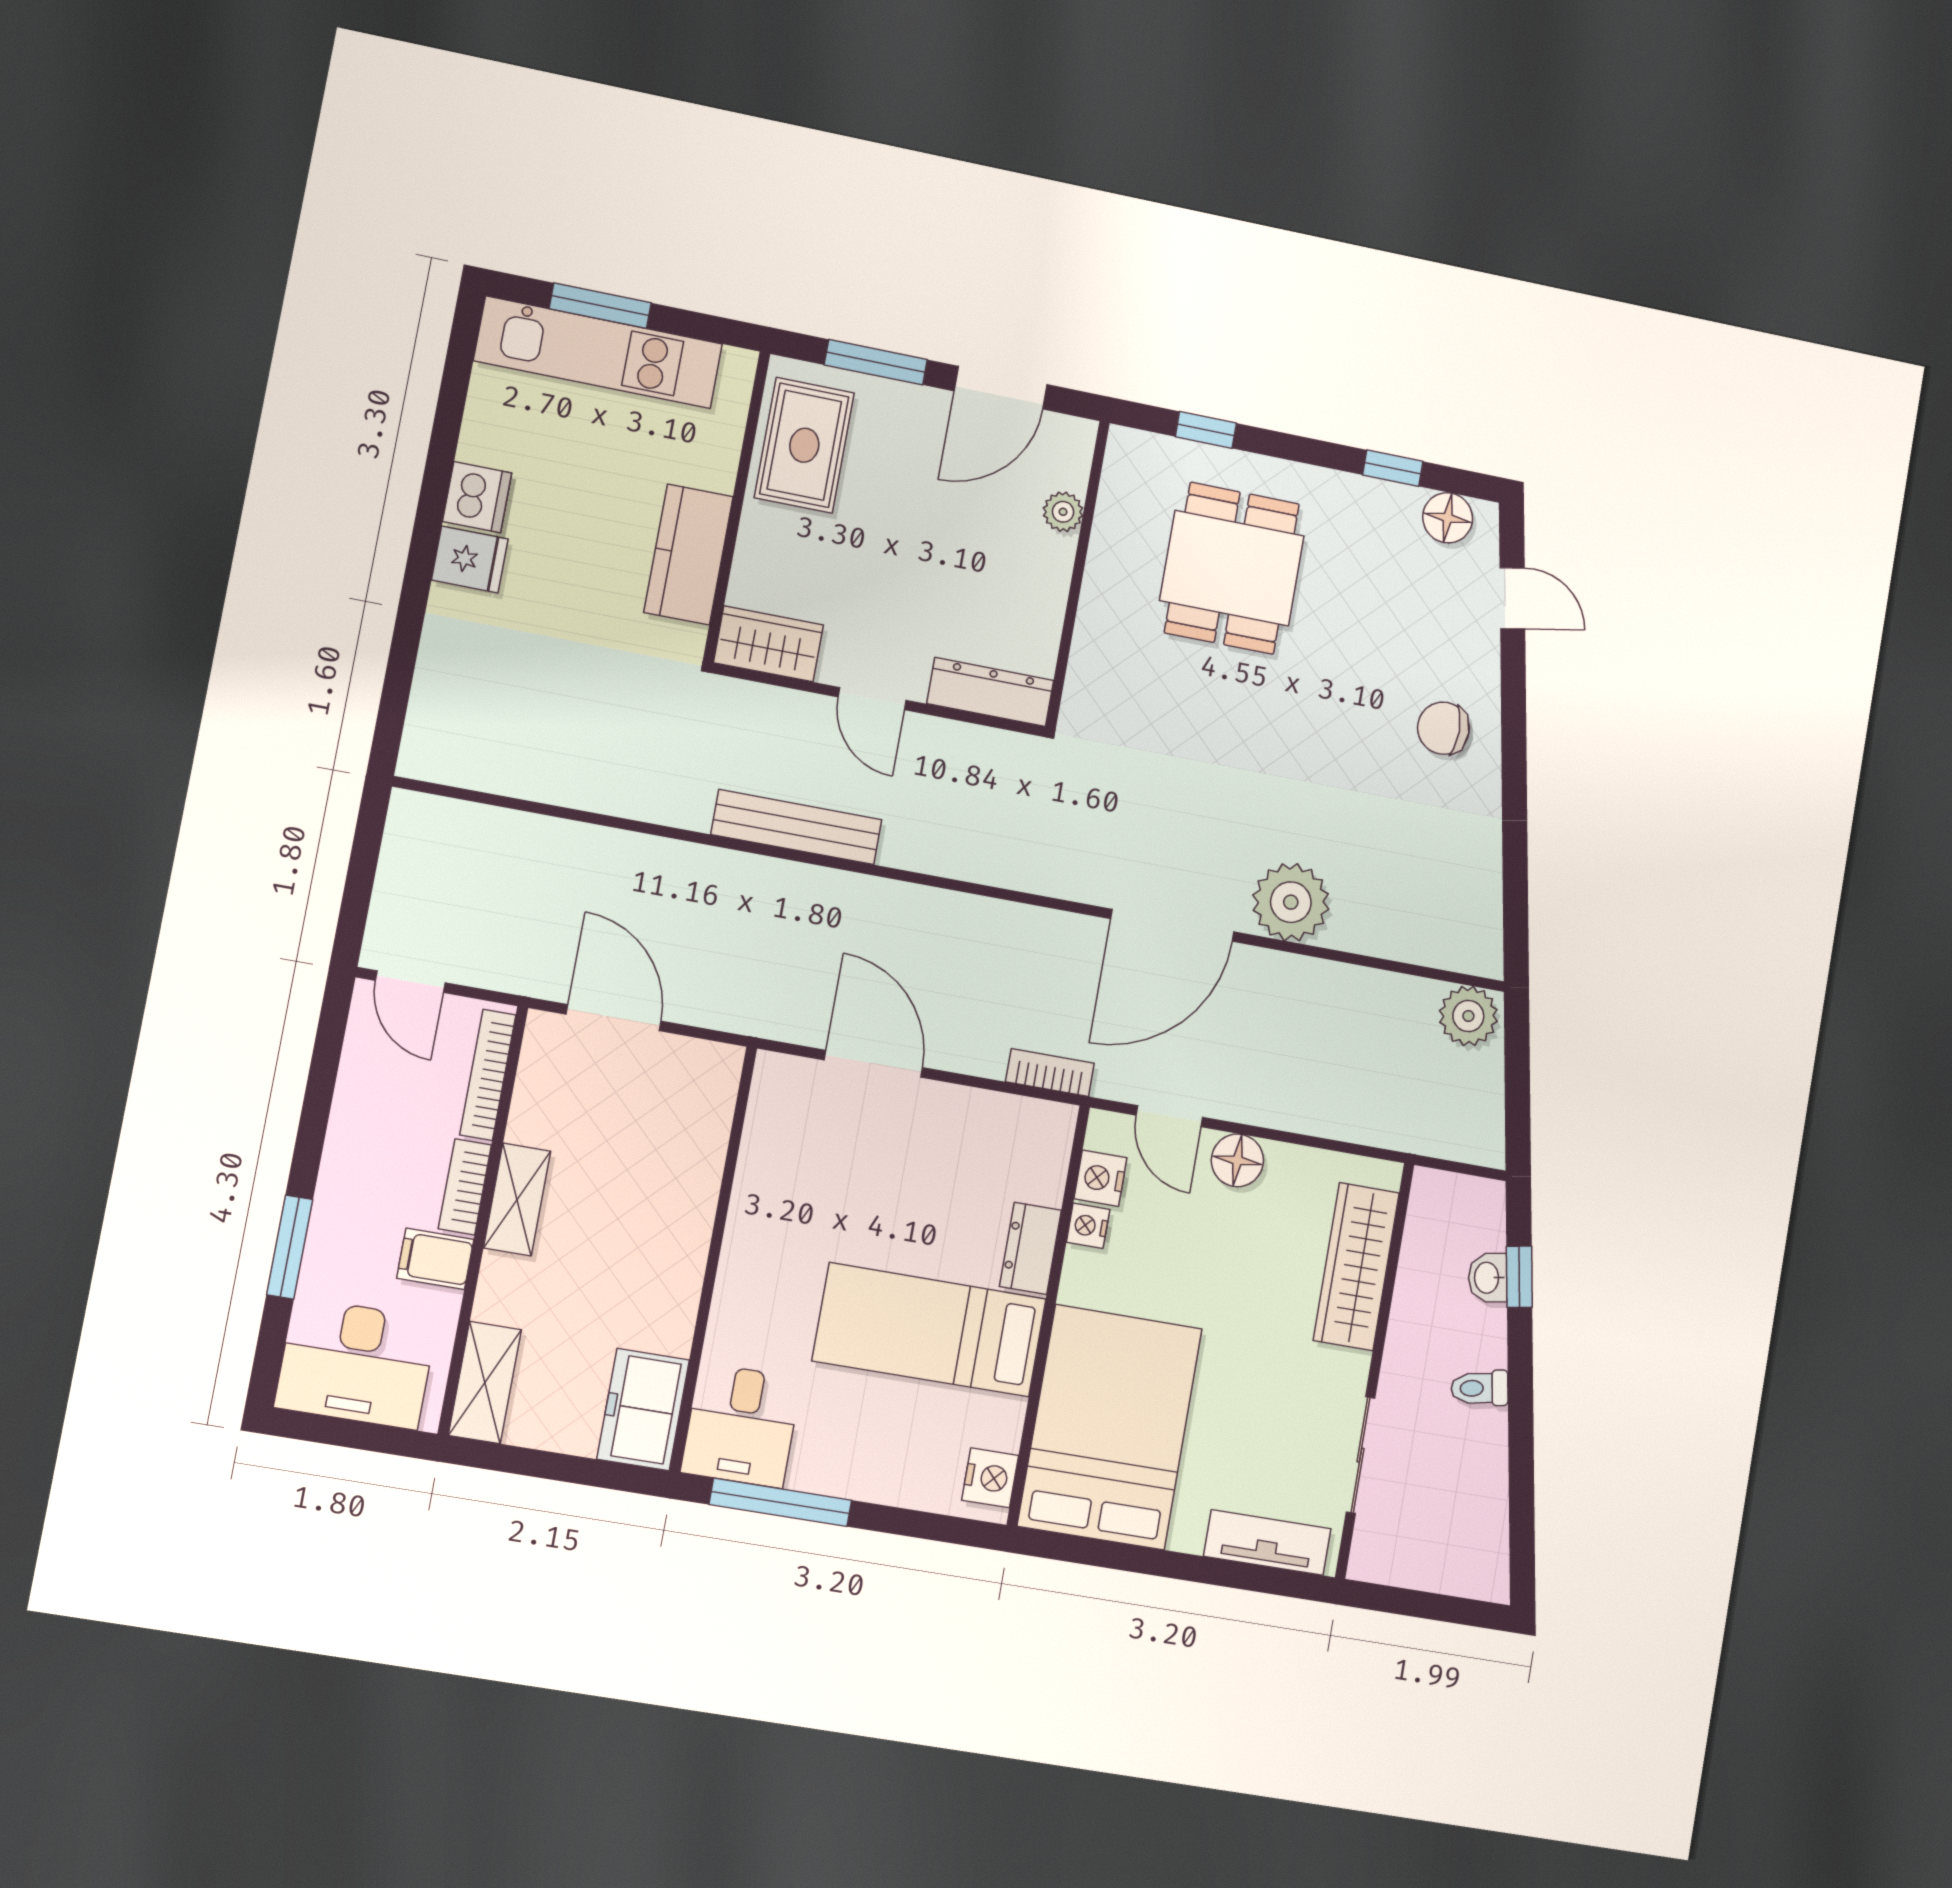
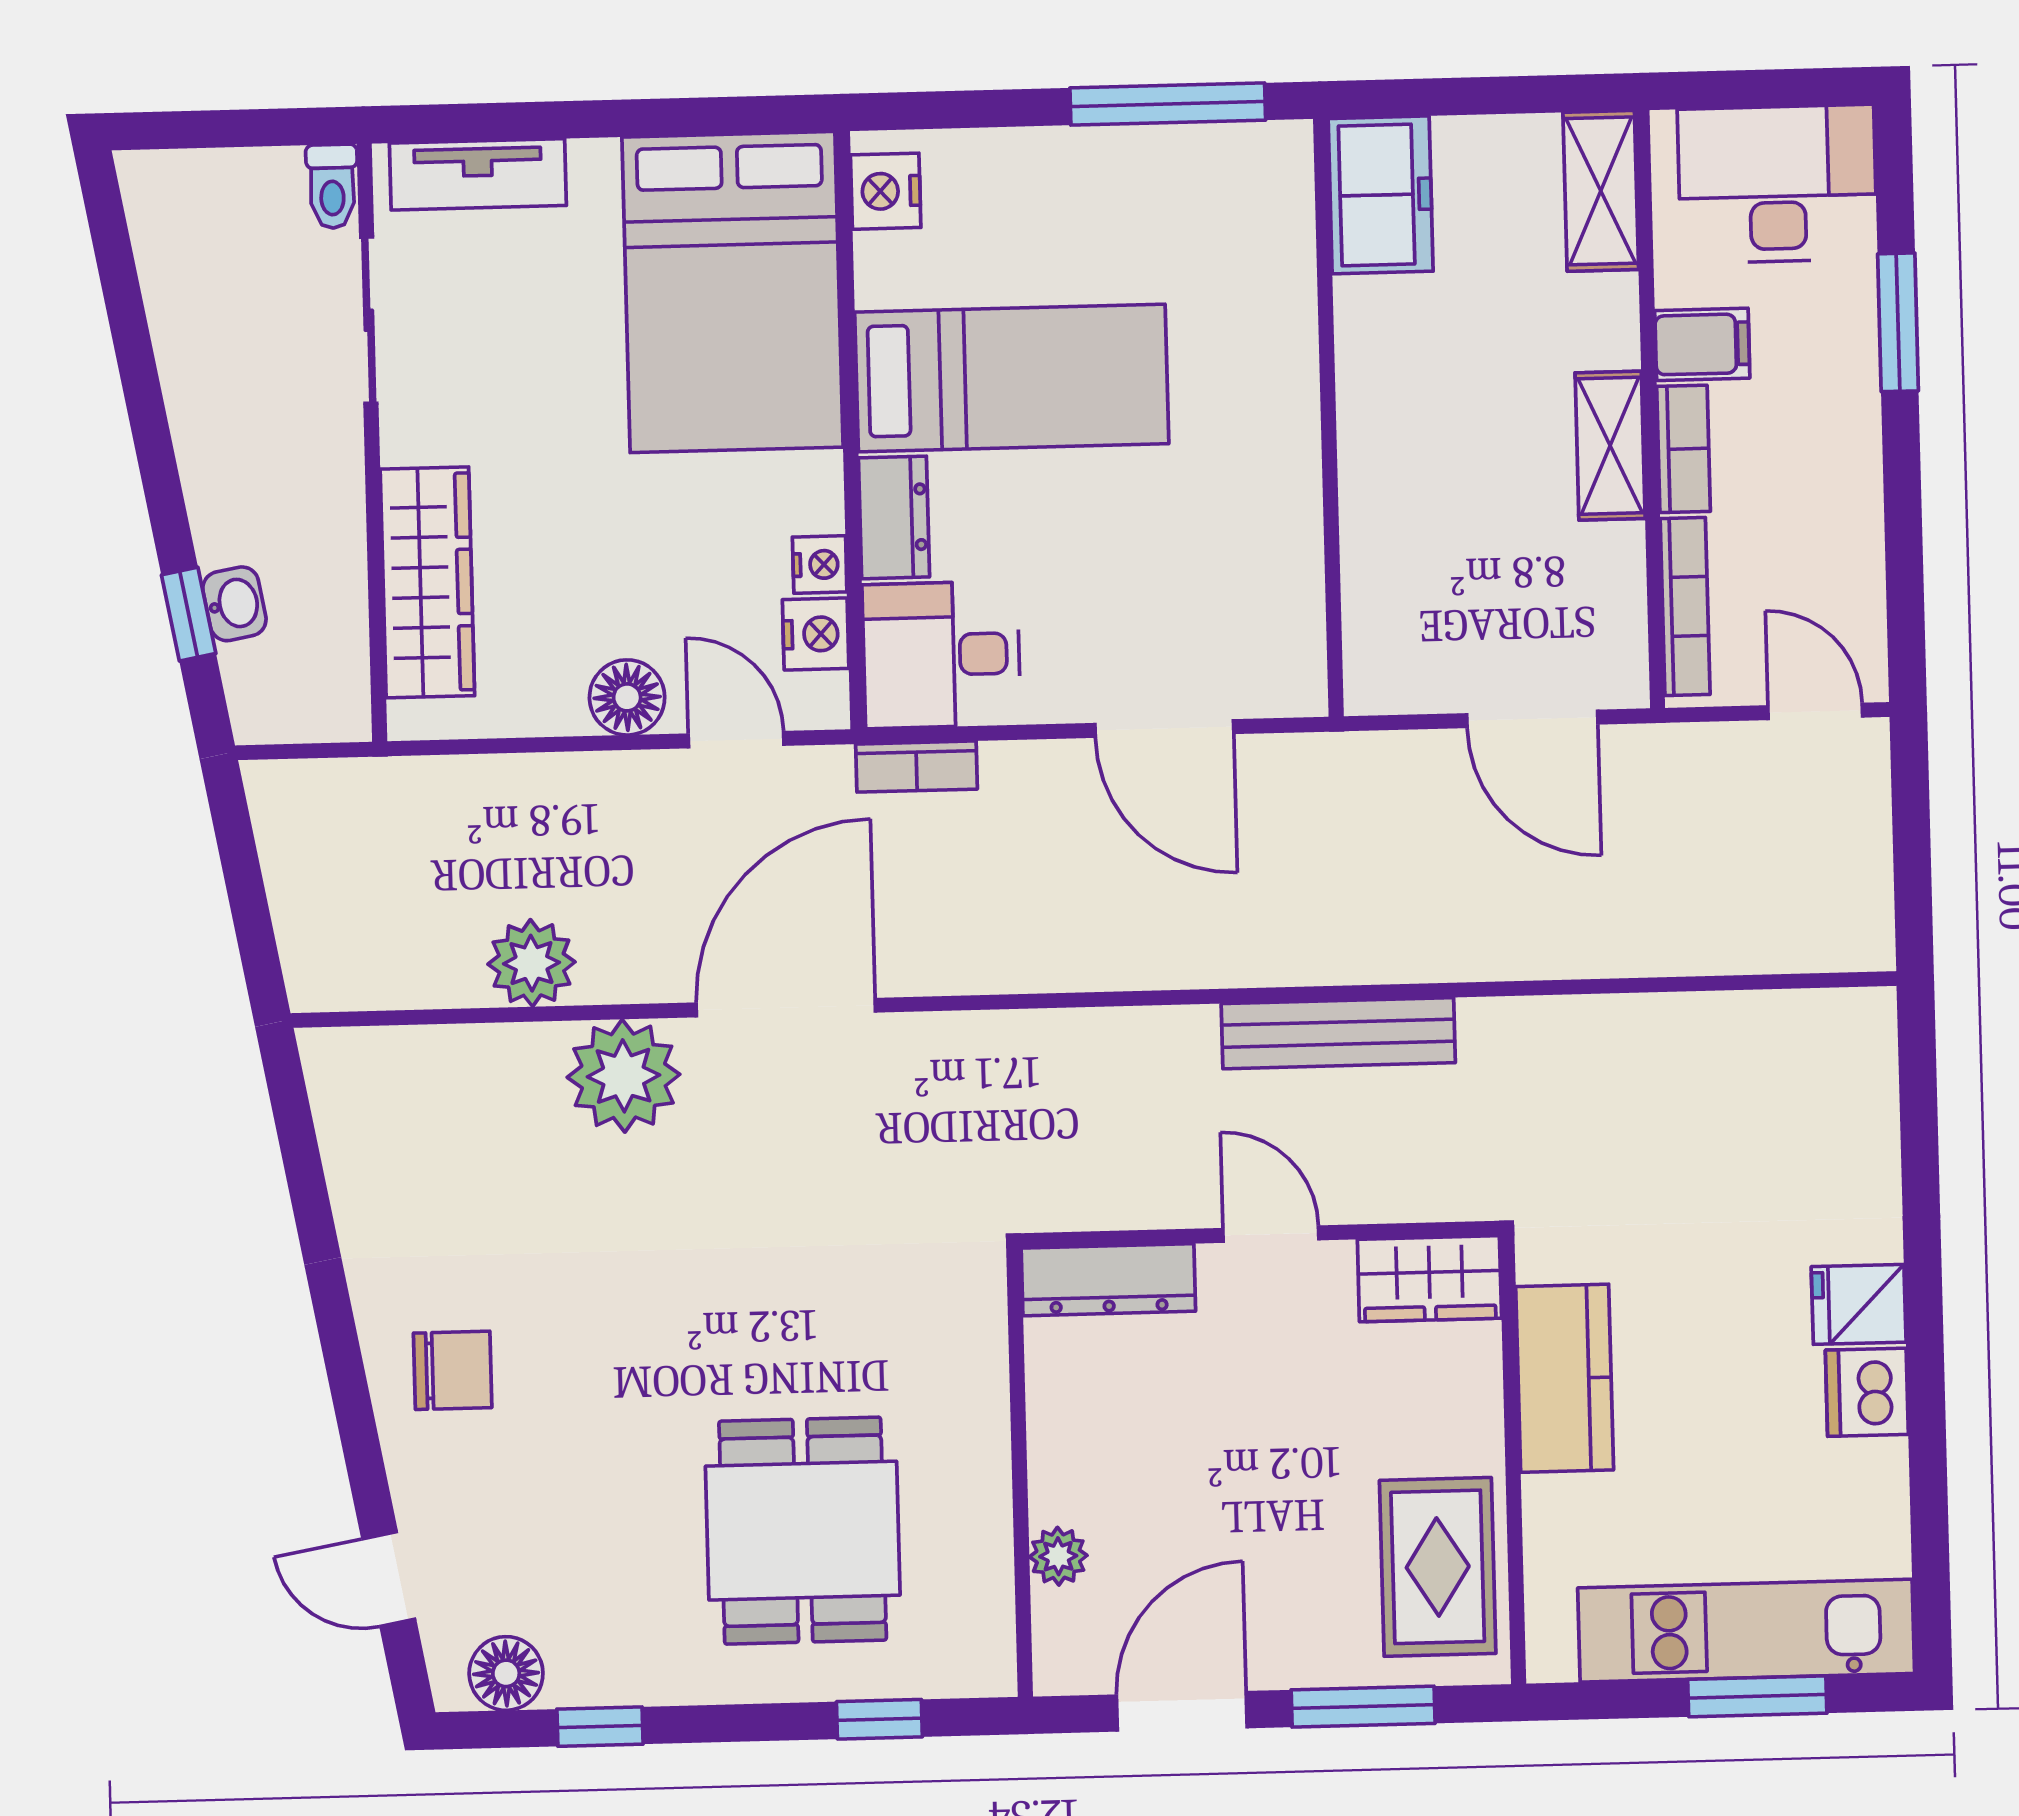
plant: (1468, 1016) -> (531, 963), moved
toilet: (1480, 1388) -> (332, 186), moved, turned 100
desk: (741, 1425) -> (941, 655), moved, turned -90

